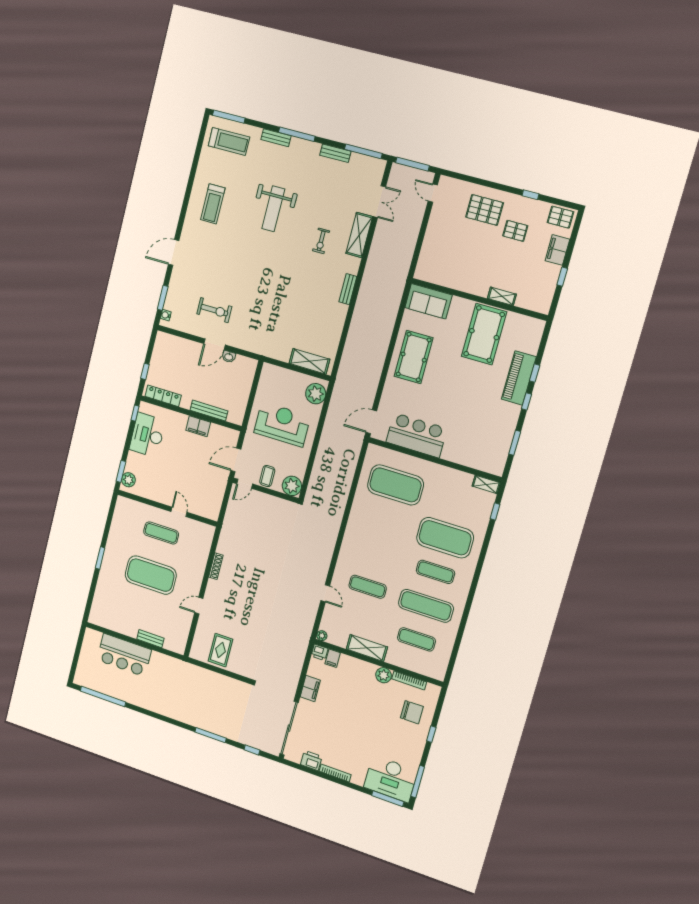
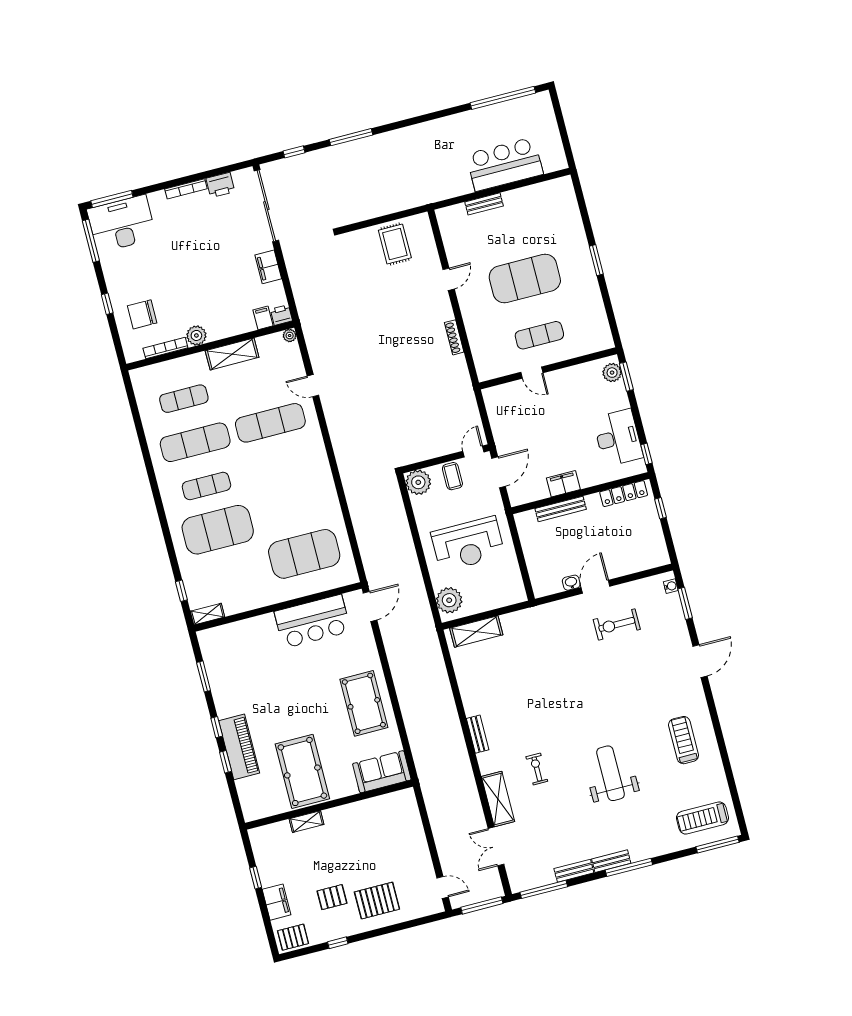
bench: (276, 138) -> (611, 861), moved
exercise mat: (368, 587) -> (270, 423), width x1.36, depth x1.45

